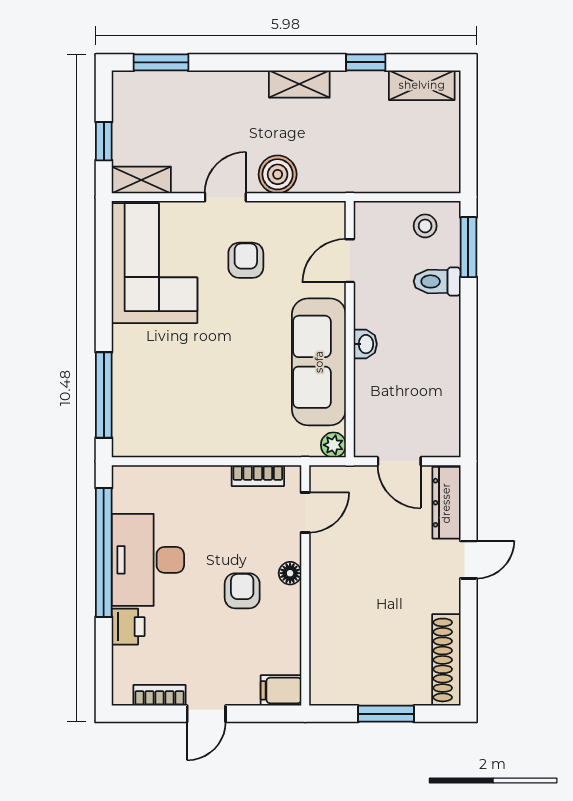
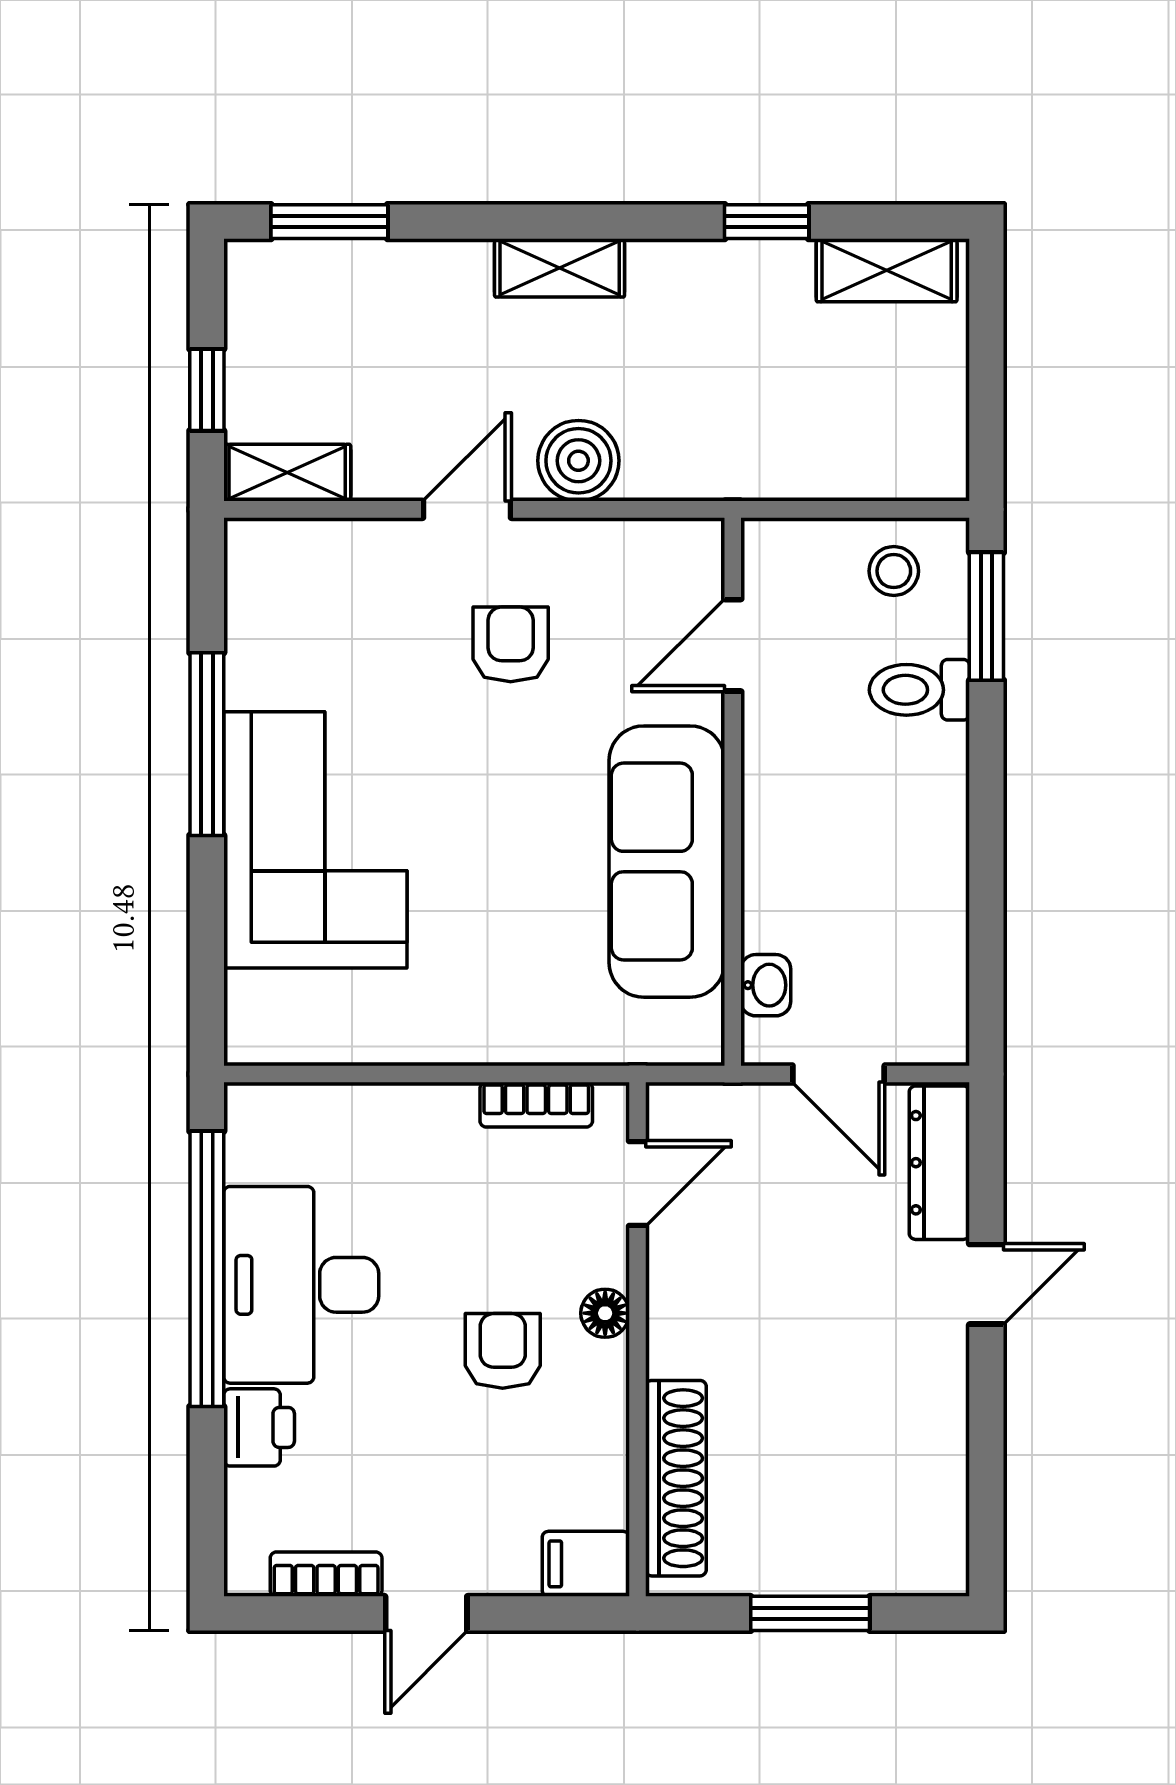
shelving: (299, 84) -> (560, 268), moved
corner sofa: (154, 263) -> (315, 840), moved
washbasin: (365, 344) -> (766, 985), moved
window: (104, 395) -> (207, 744), moved
plant: (333, 445) -> (698, 1039), removed
shoe rack: (446, 660) -> (676, 1478), moved, turned 180

